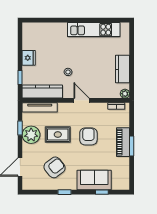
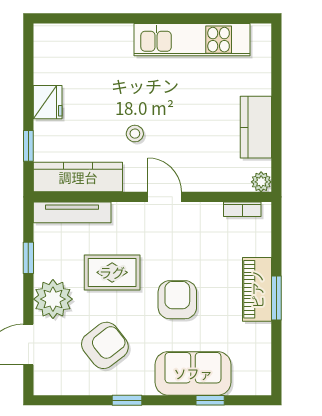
plant: (31, 135) -> (53, 299), moved
armchair: (88, 136) -> (177, 300), moved

